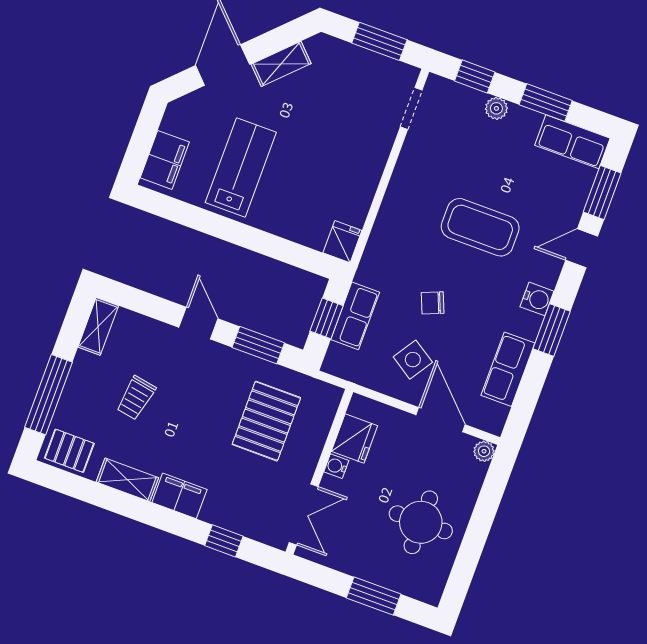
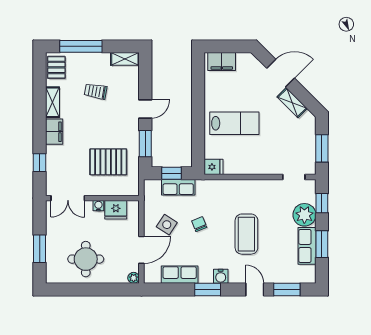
plant: (496, 108) -> (304, 215), width x1.88, depth x1.88
row of seats: (572, 142) -> (307, 246), moved
lab bench: (241, 167) -> (234, 123), moved

